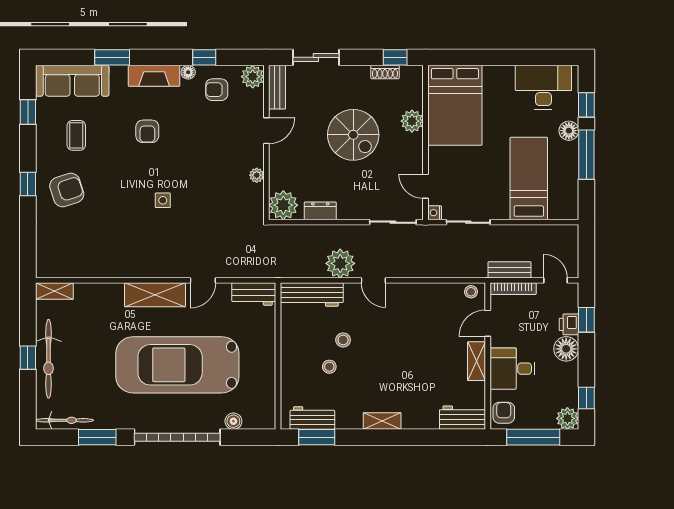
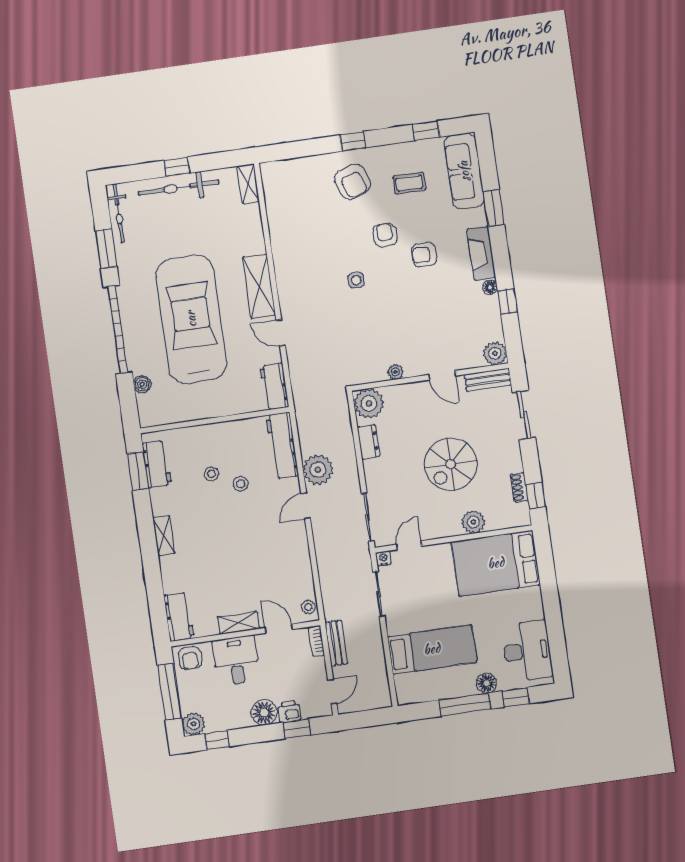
armchair: (217, 90) -> (385, 235), moved
bookcase: (513, 289) -> (316, 641), width x0.64
armchair: (504, 413) -> (190, 658), turned 90

